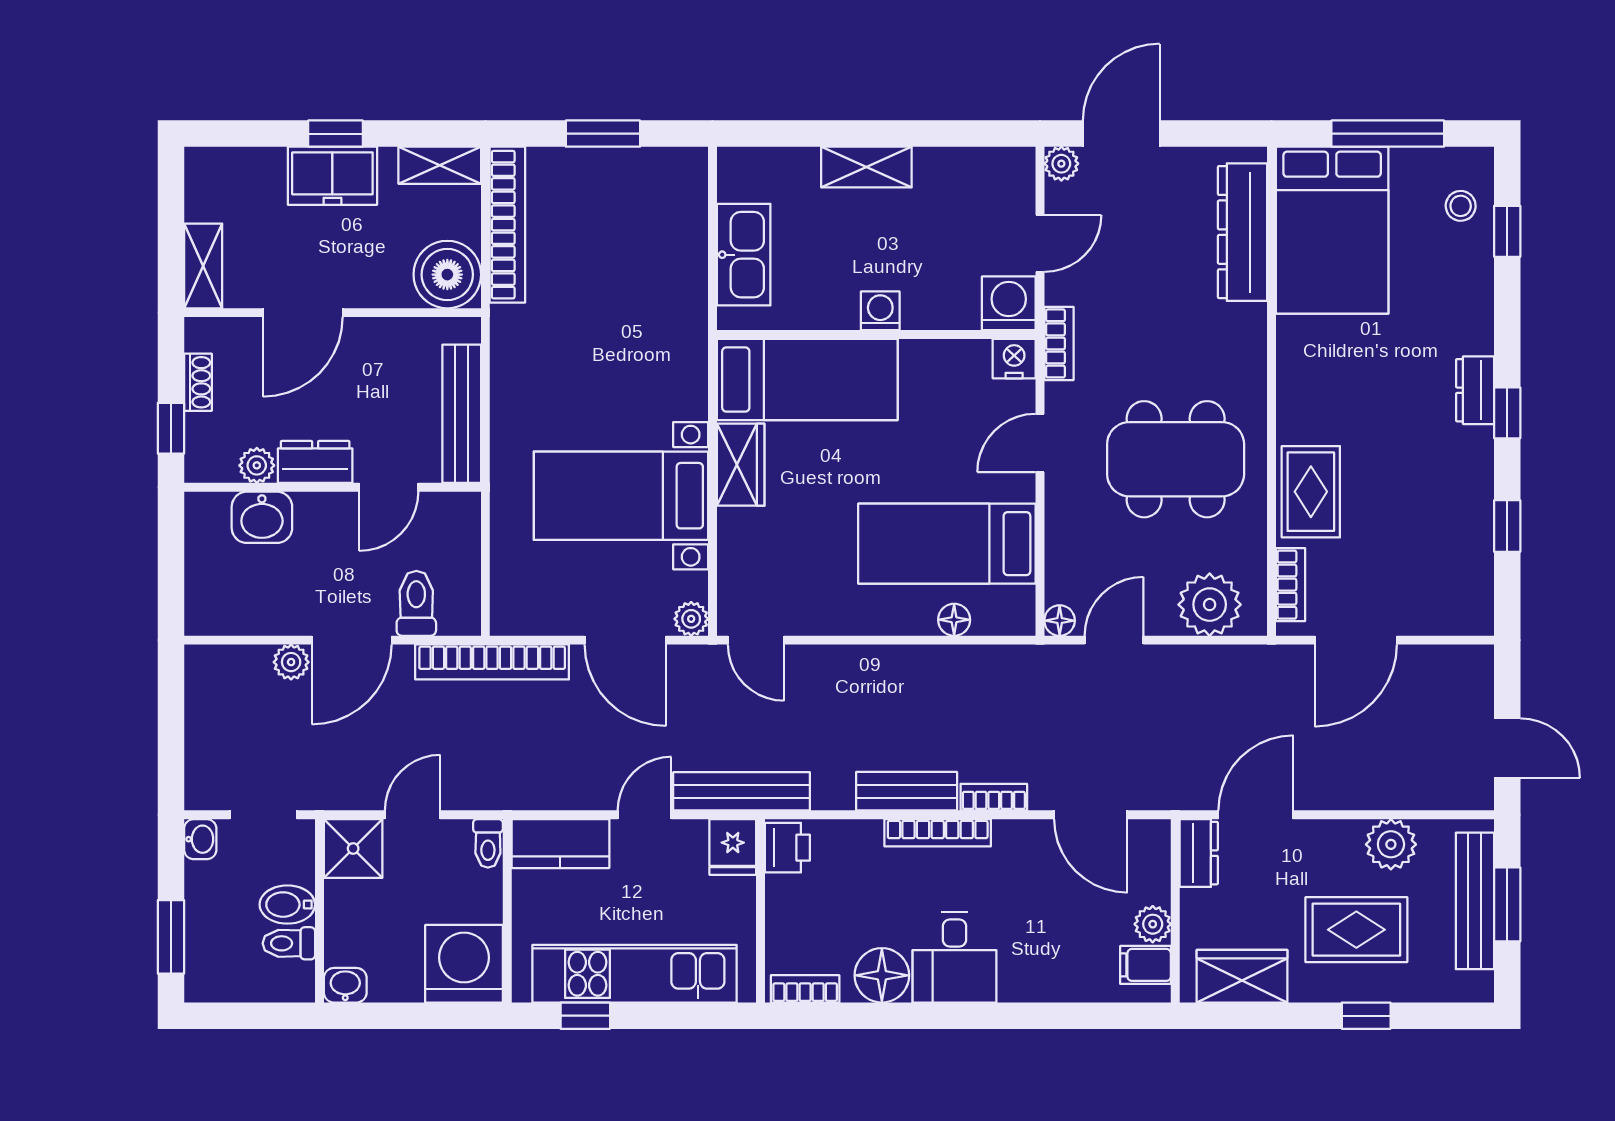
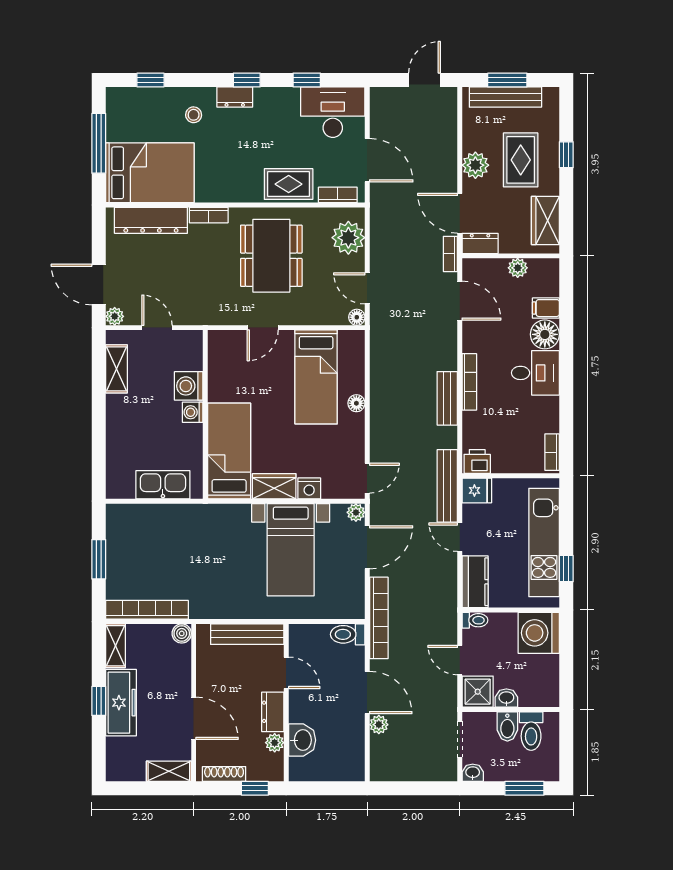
shelving: (866, 167) -> (116, 369), moved
freezer: (332, 176) -> (121, 703), width x1.40
stool: (1461, 206) -> (194, 115), moved
boiler: (447, 275) -> (182, 633), width x0.54, depth x0.54
washing machine: (1009, 303) -> (189, 386), moved
bookcase: (1059, 343) -> (209, 215), moved, turned 180
nightstand: (1014, 359) -> (309, 488), moved, turned -90
shoe rack: (198, 382) -> (224, 774), width x1.43
door: (1040, 443) -> (263, 328), hinge flipped
desk: (1446, 575) -> (333, 112), added
toilet: (416, 603) -> (348, 634), moved
floor lamp: (954, 620) -> (356, 403), moved
bookcase: (994, 797) -> (450, 254), moved
door: (1091, 815) -> (460, 301), hinge flipped
plant: (1391, 844) -> (475, 165), moved
toilet: (289, 943) -> (531, 731), width x1.37, depth x1.39
filing cabinet: (1146, 965) -> (546, 308), moved, turned 90
floor lamp: (882, 975) -> (545, 334), moved
washbasin: (345, 985) -> (506, 698), moved, turned 90

